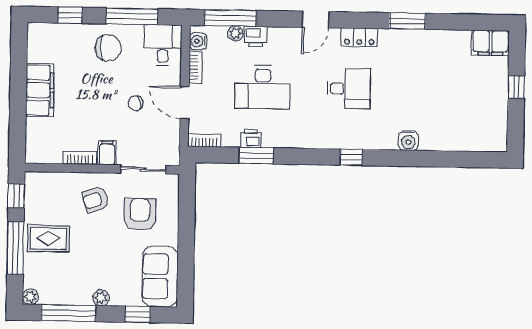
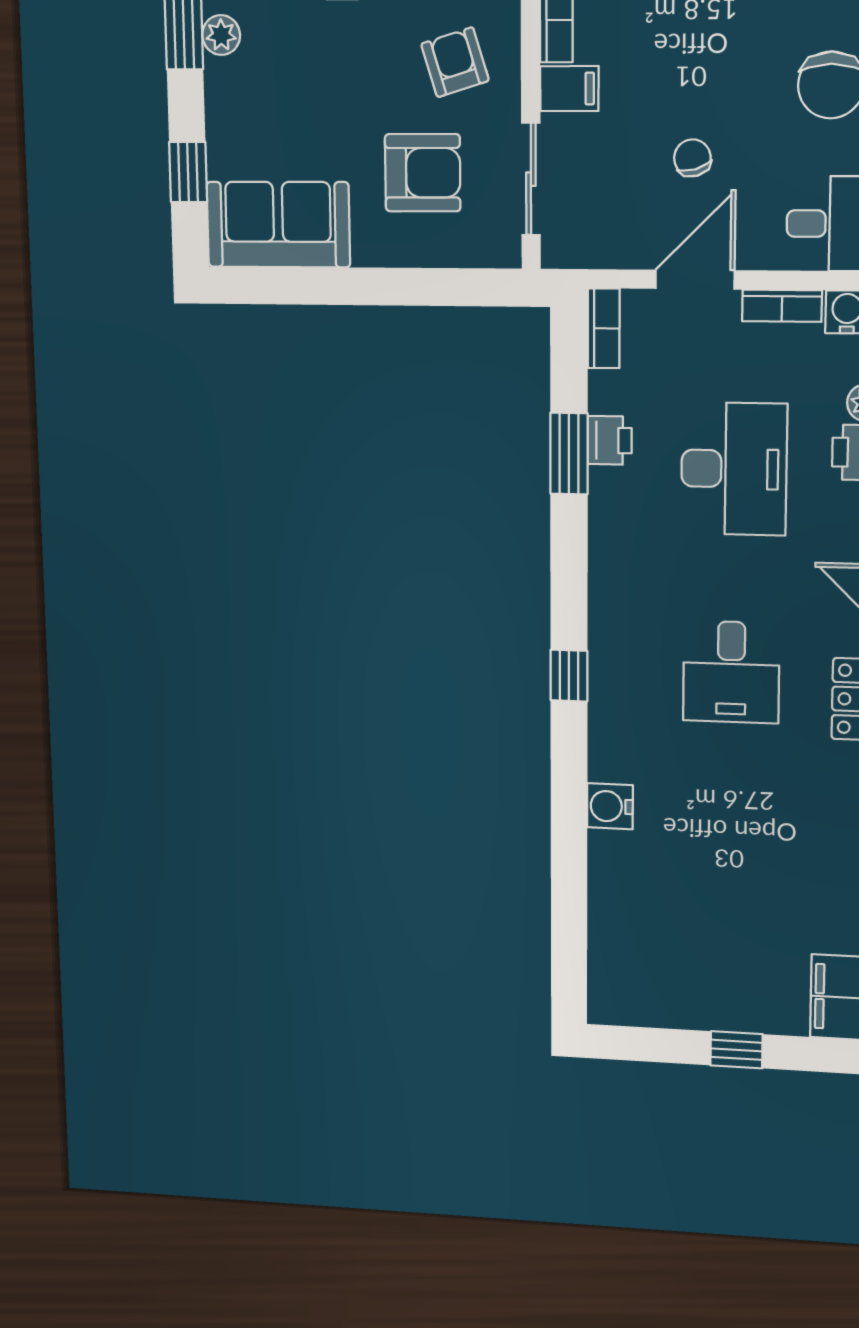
desk: (263, 87) -> (734, 469), turned 180
plant: (101, 298) -> (221, 35), moved

